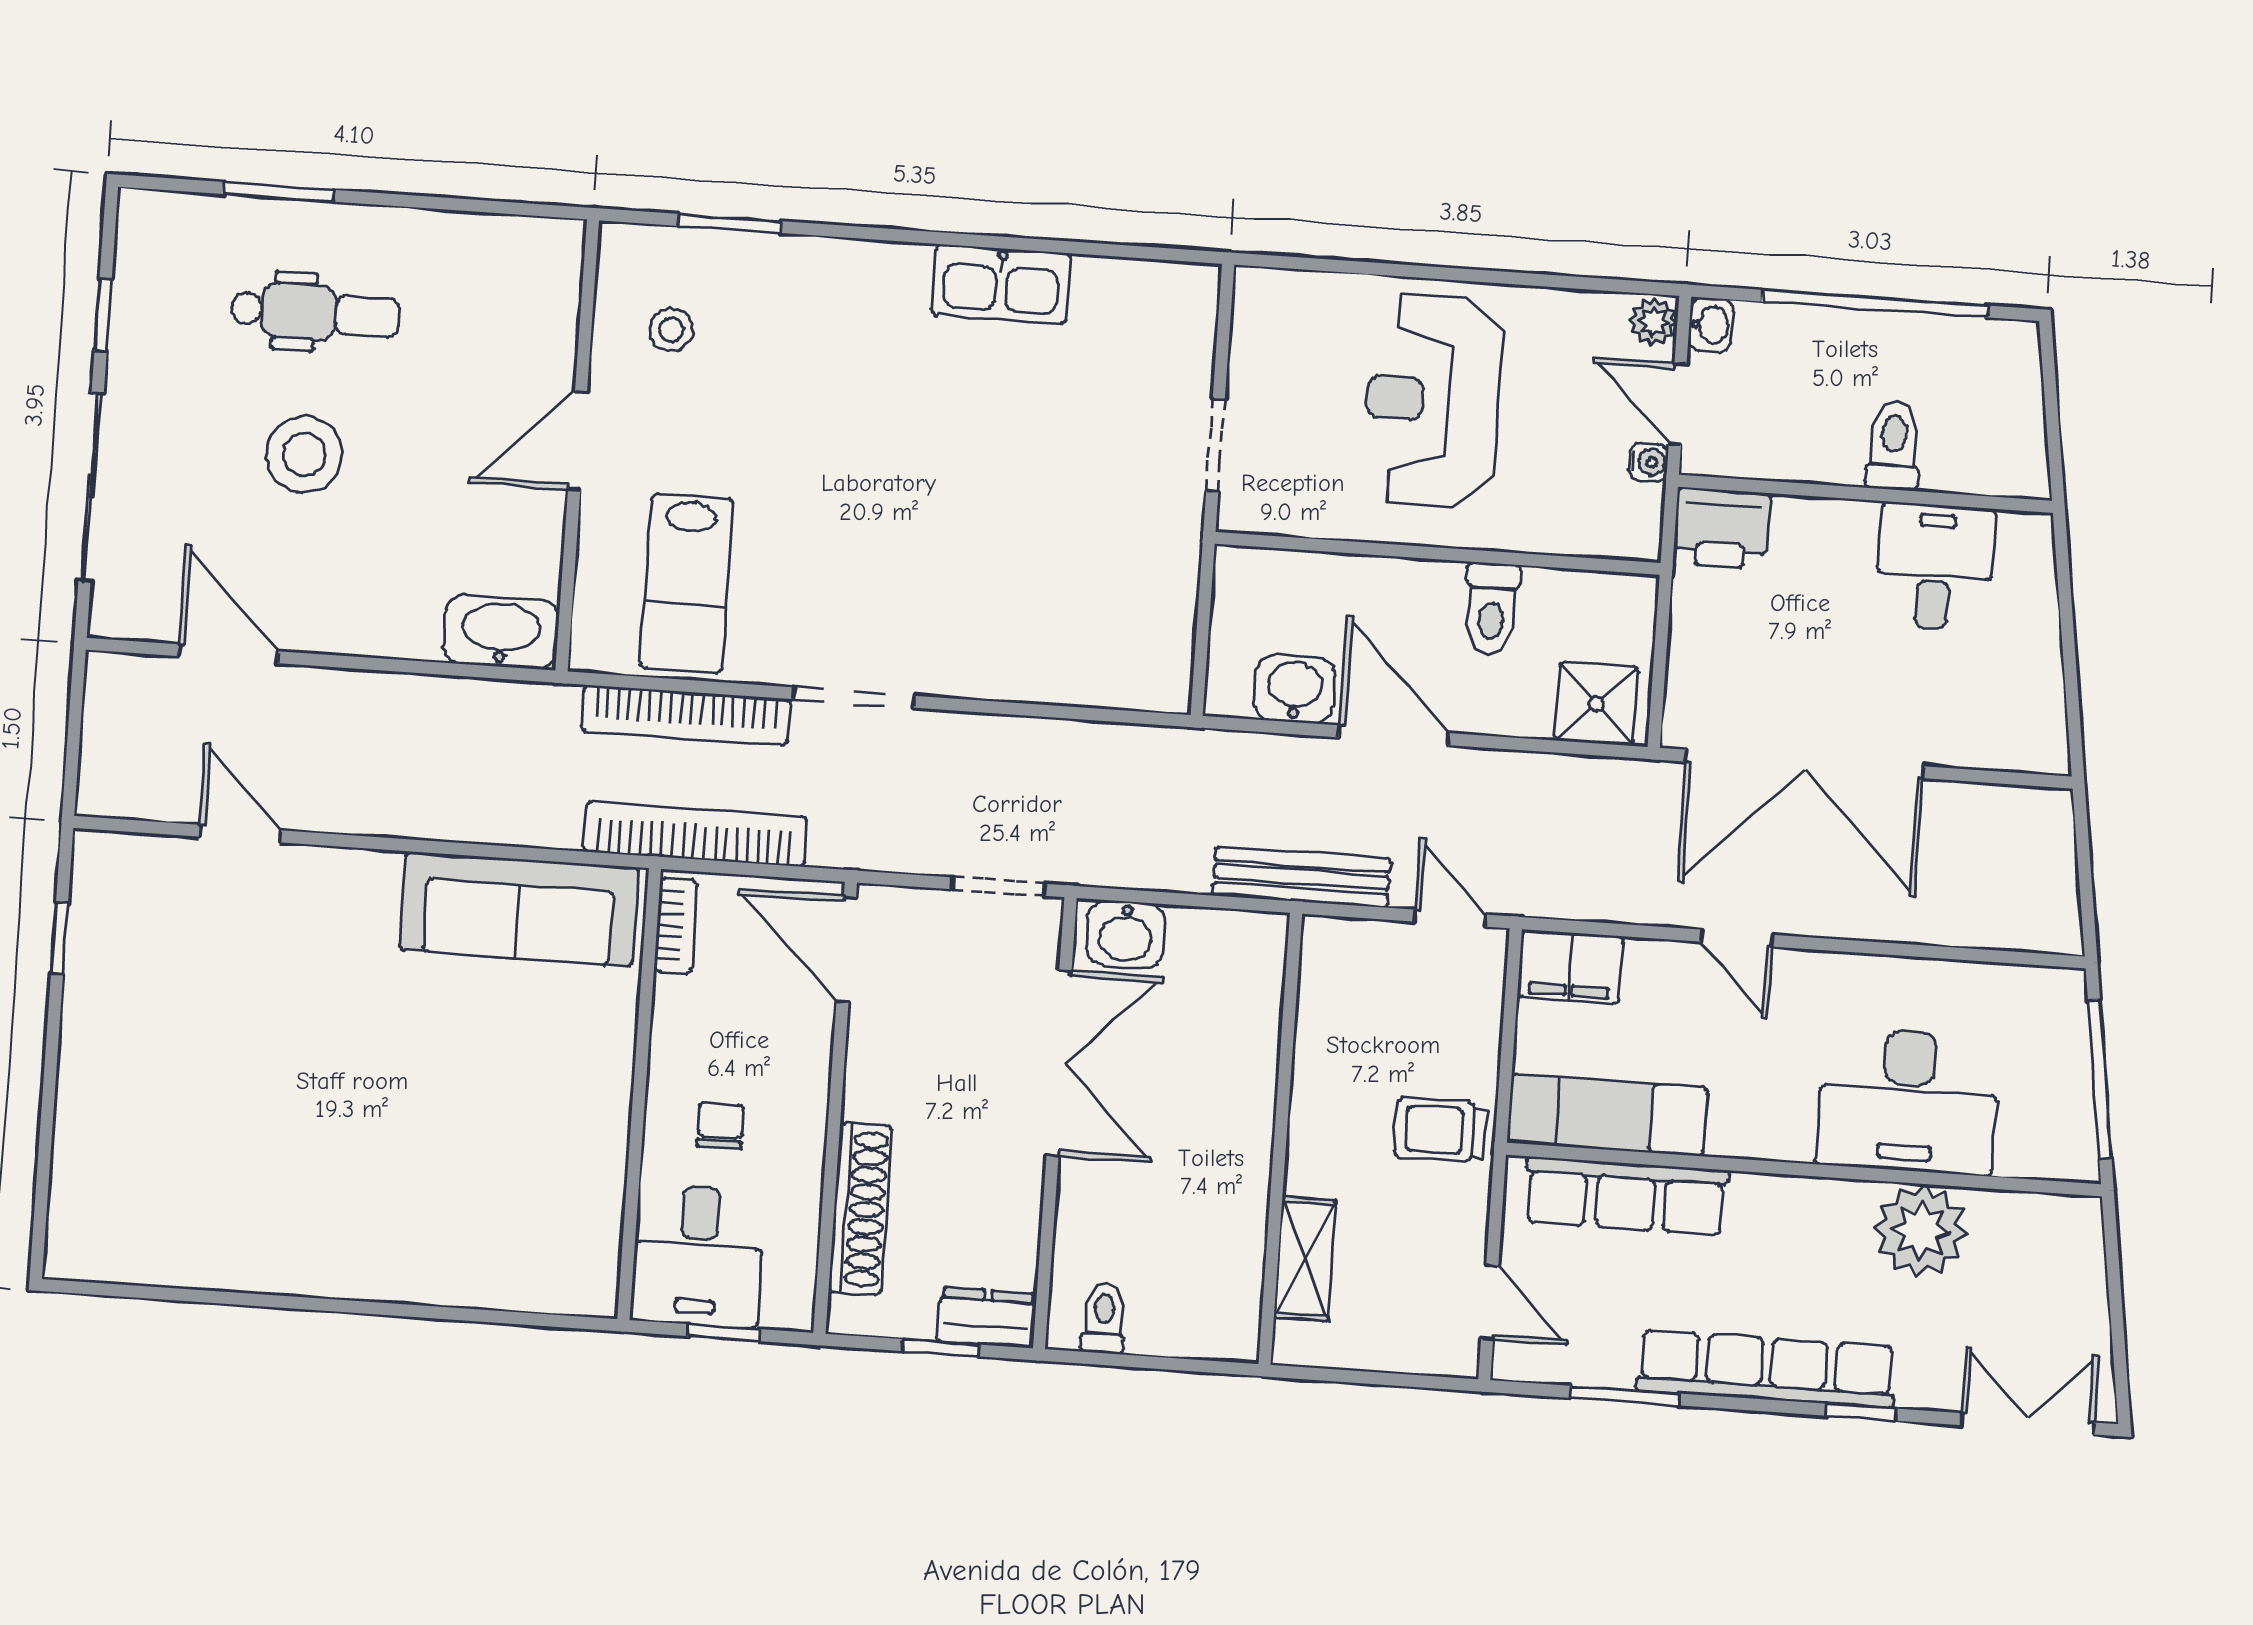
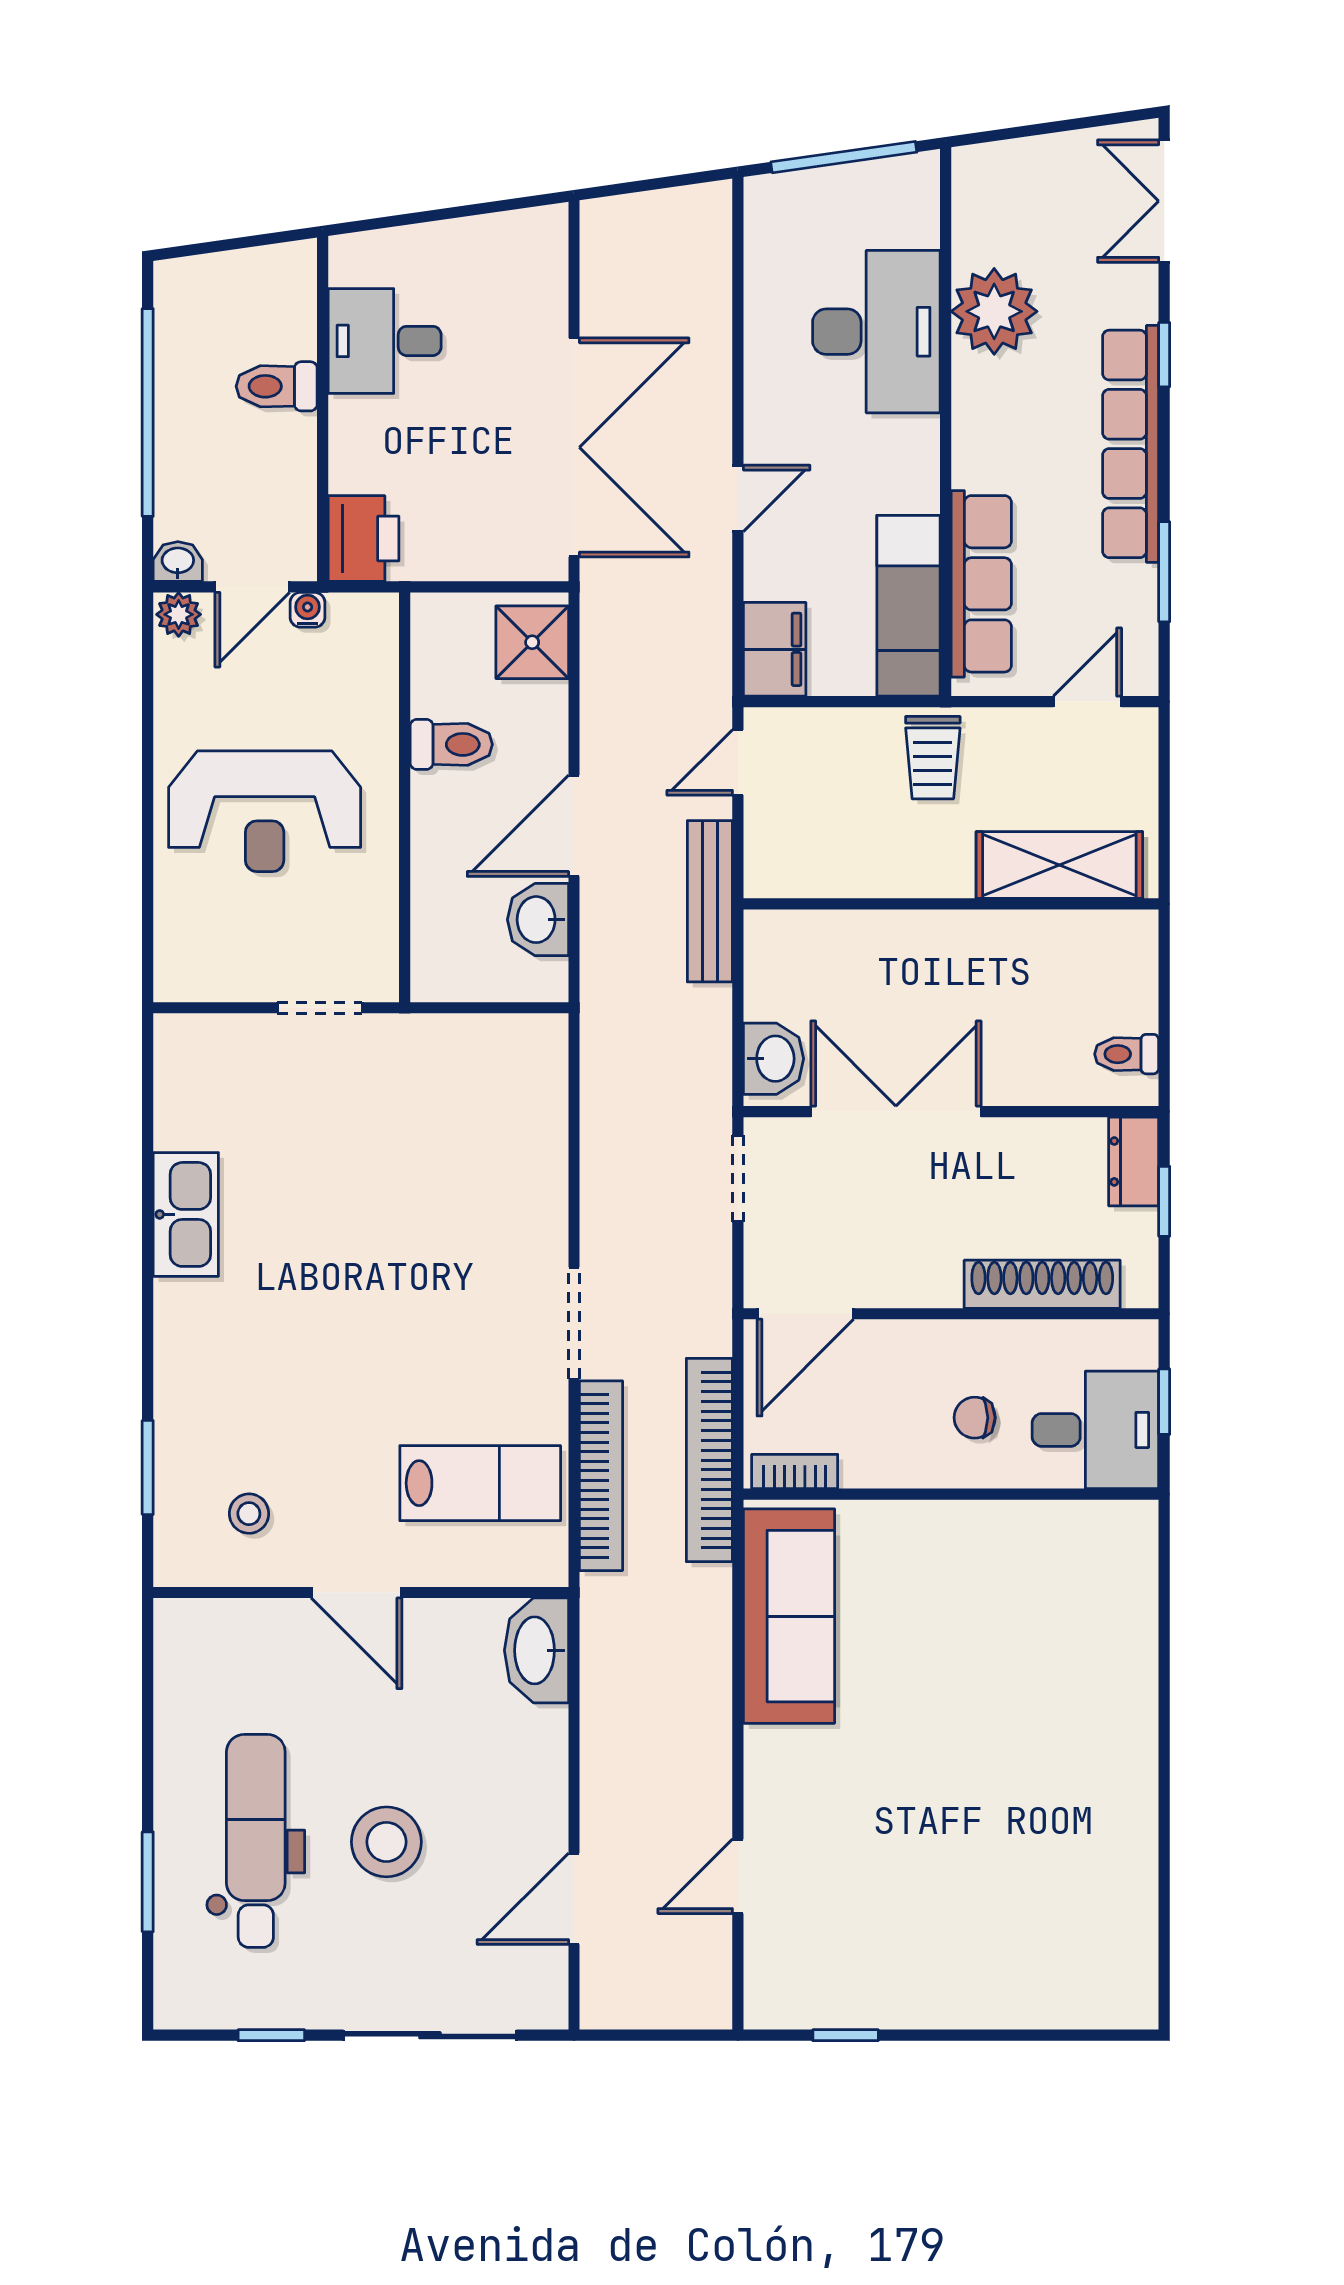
dental chair: (315, 313) -> (256, 1841), width x1.36, depth x1.38
shelving: (1305, 1259) -> (1059, 865), width x1.50, depth x1.33

